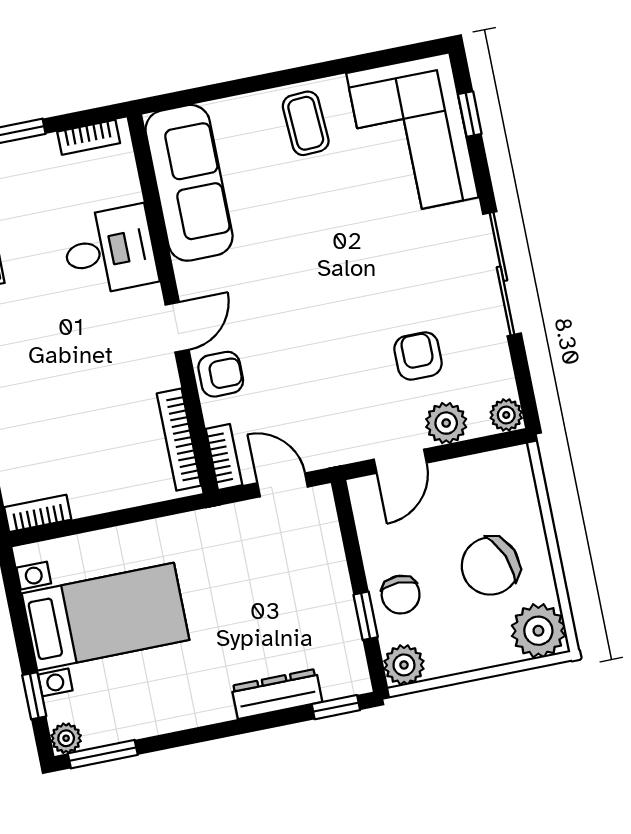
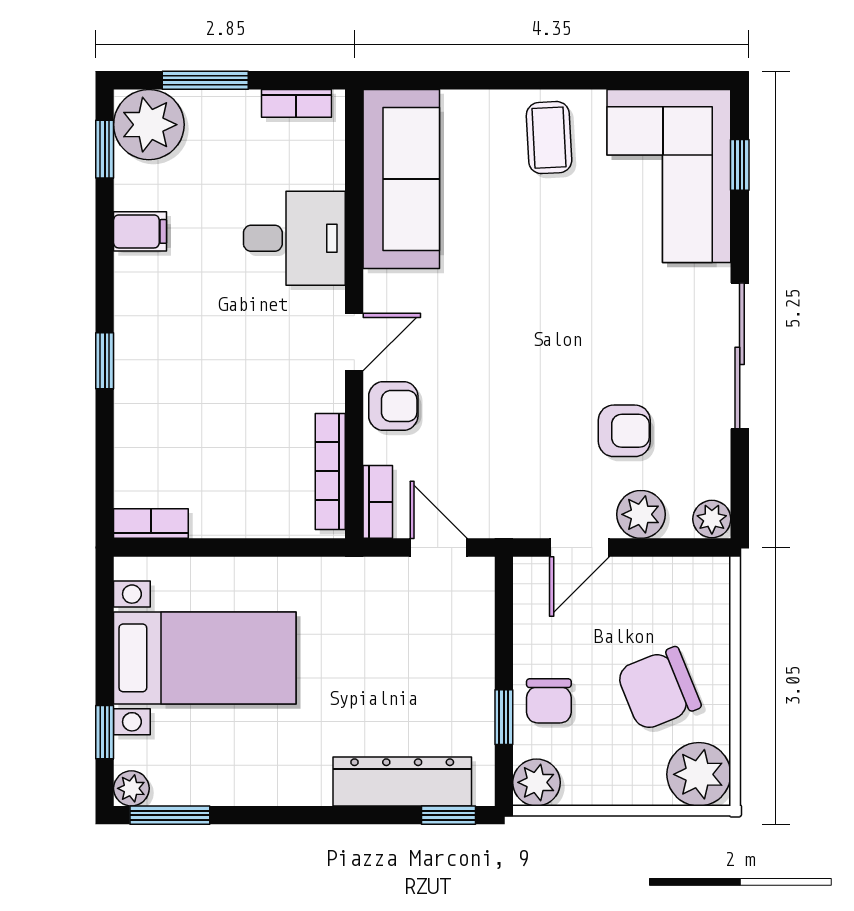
armchair: (418, 356) -> (624, 431), turned 90
dresser: (277, 694) -> (402, 781), width x1.37, depth x1.24

